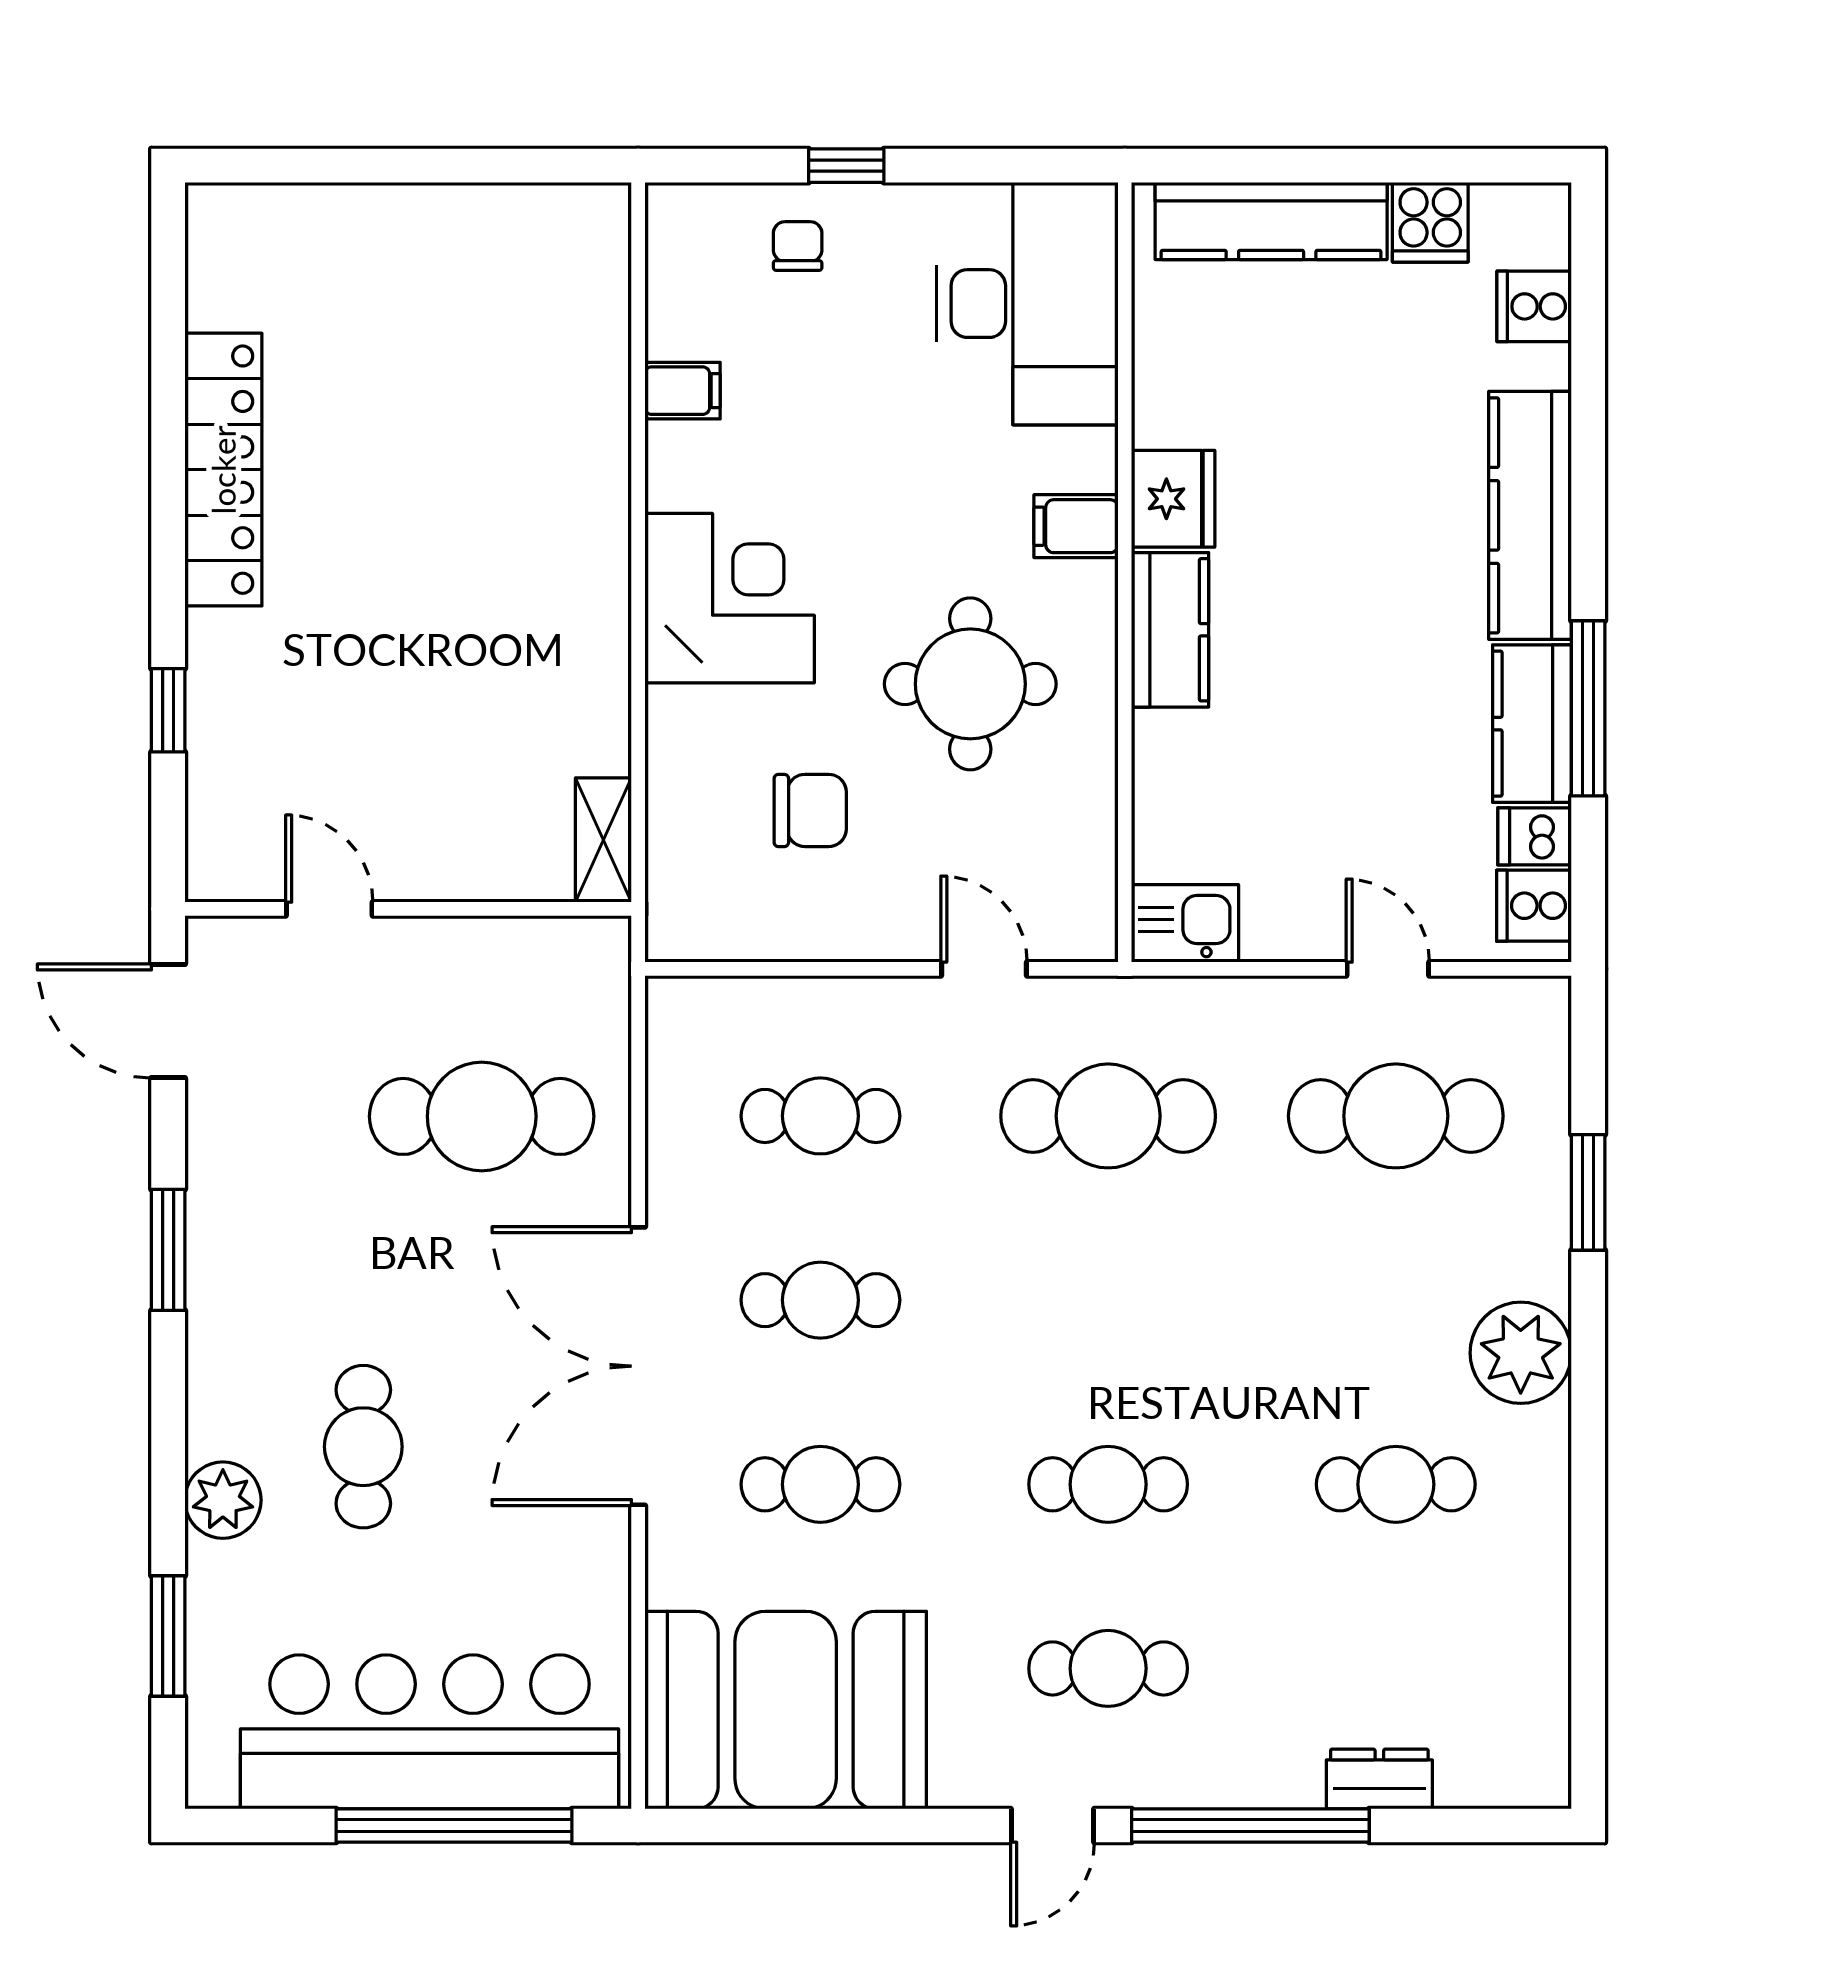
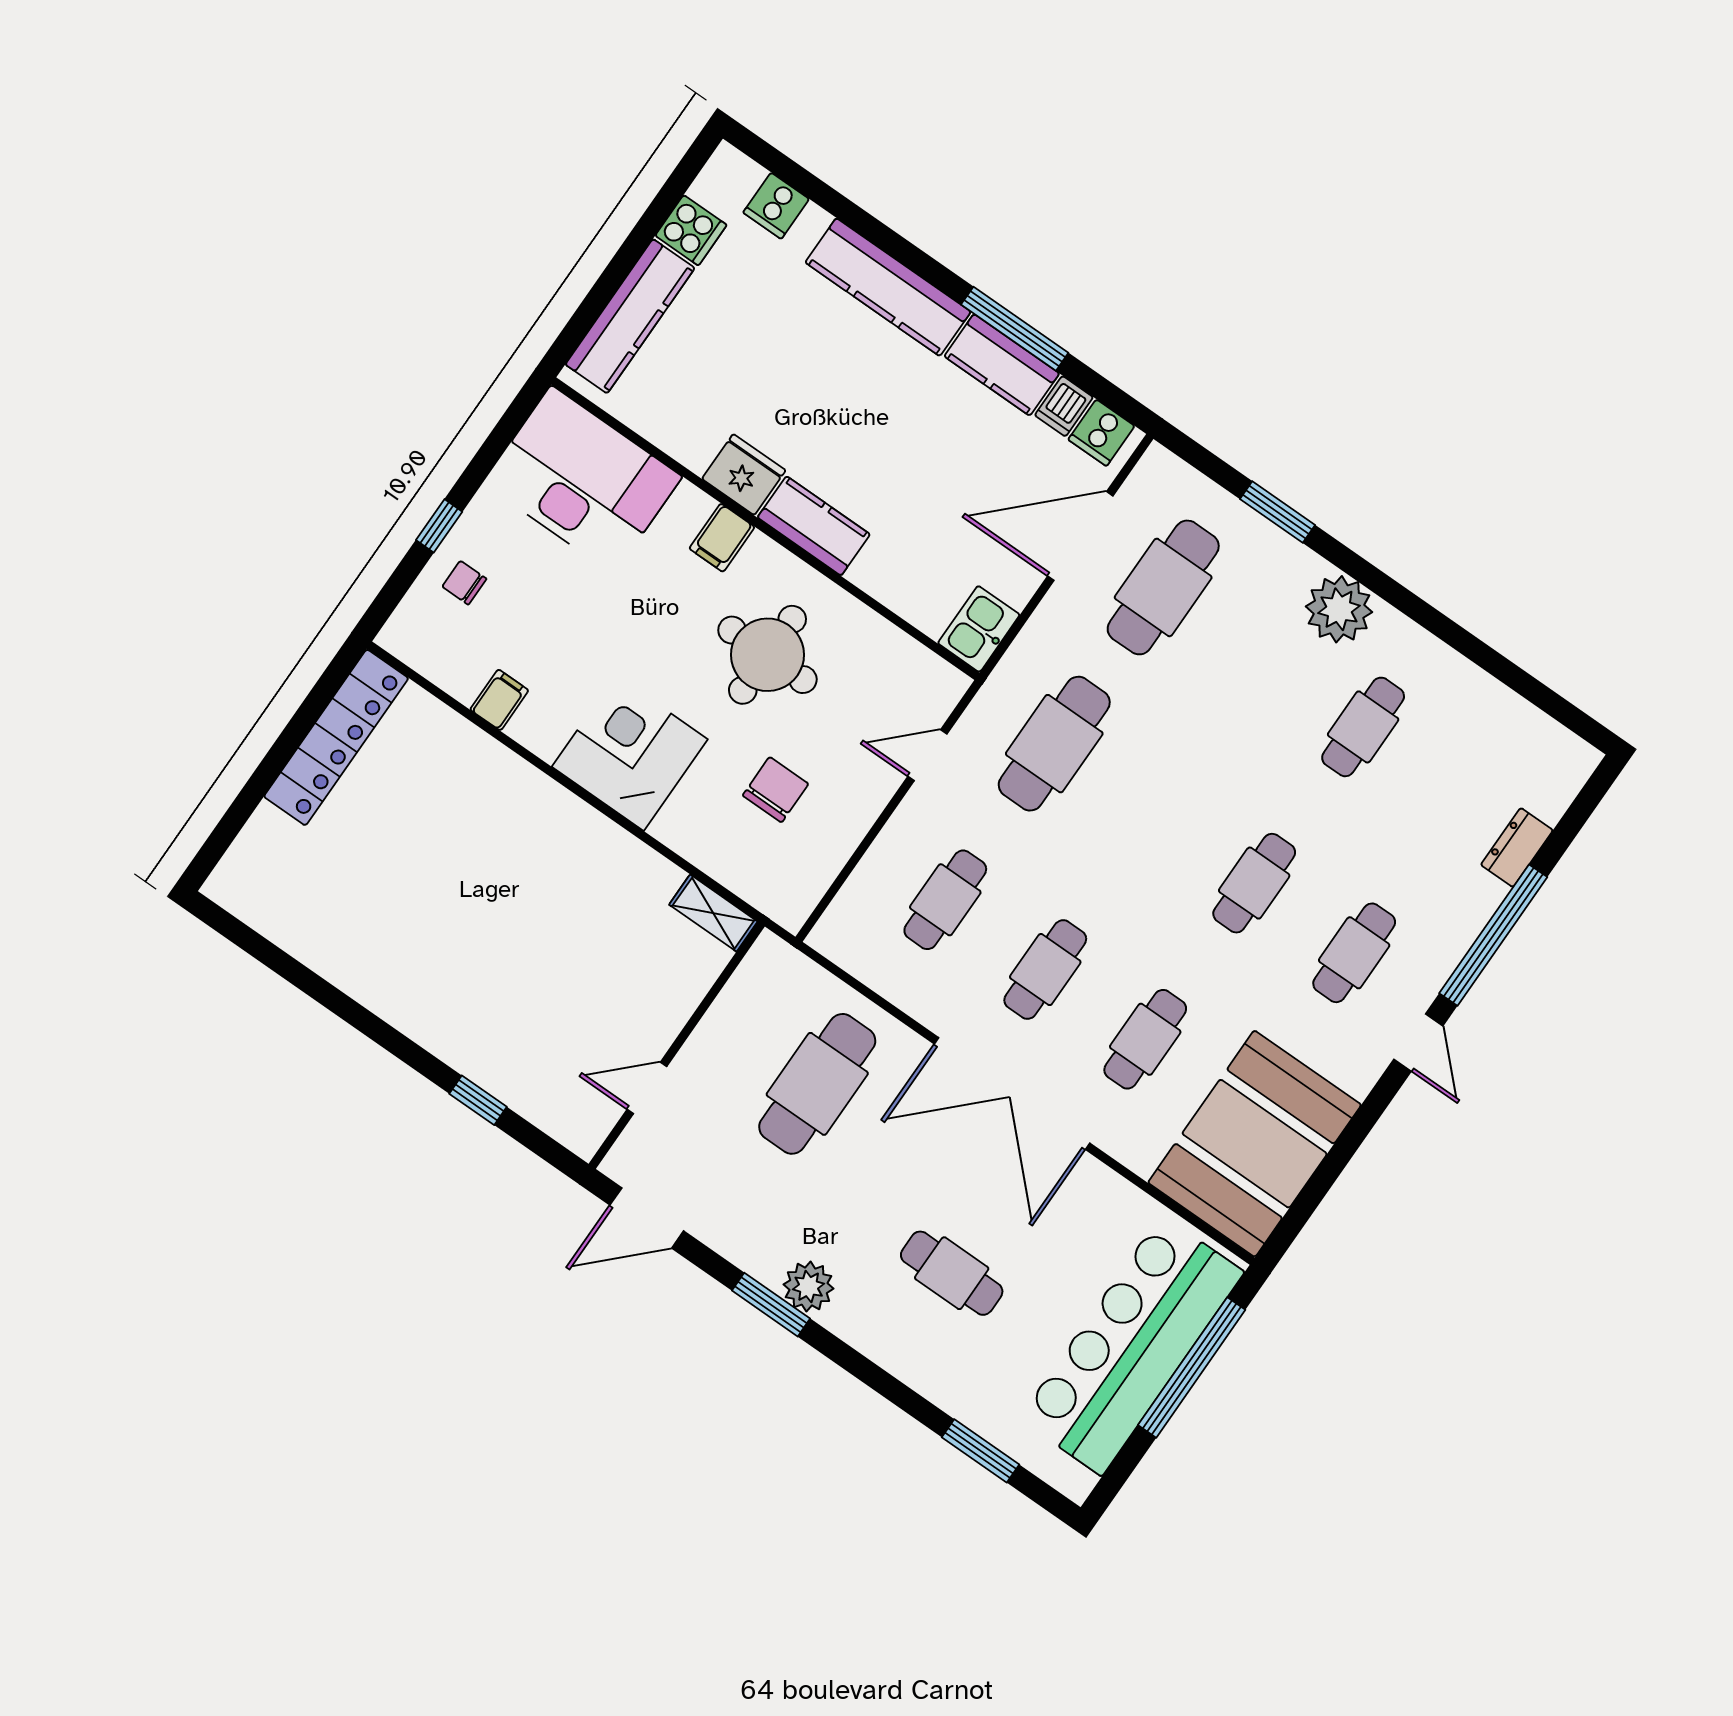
locker: (223, 470) -> (336, 737), moved, turned 90
door: (1388, 969) -> (1080, 536), width x1.87
plant: (223, 1500) -> (809, 1287), moved

